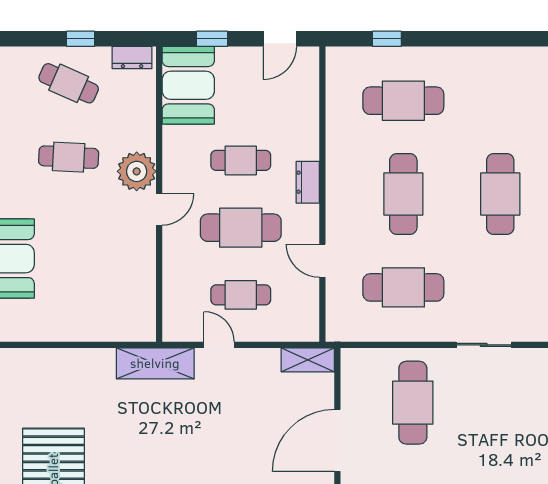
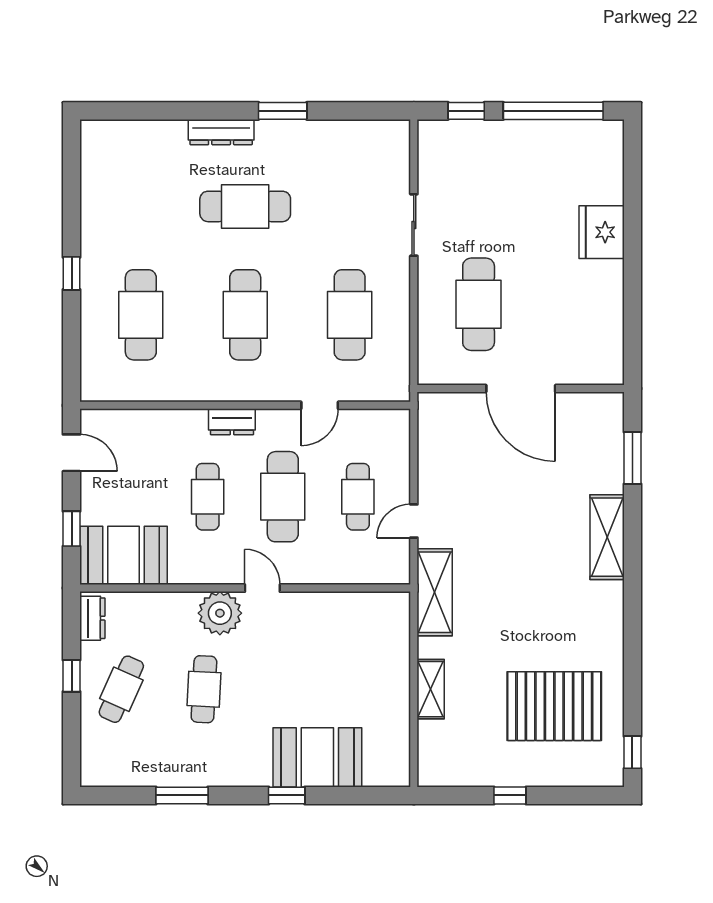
window: (387, 39) -> (72, 273), moved
cafe table: (403, 194) -> (245, 315), turned 90
shelving: (308, 360) -> (431, 689), moved
cafe table: (413, 403) -> (479, 304), turned 90

